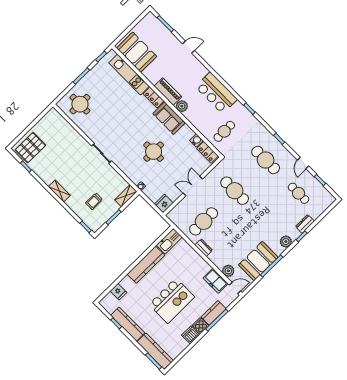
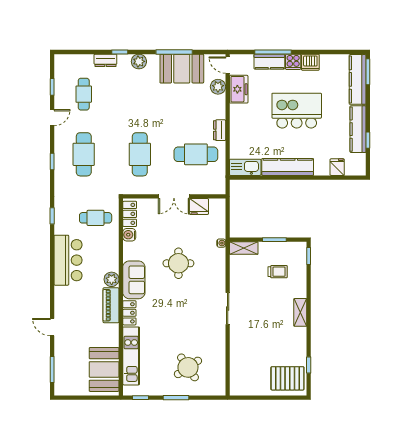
round table: (80, 104) -> (188, 367), moved, turned -34
fridge: (164, 204) -> (199, 207), moved

